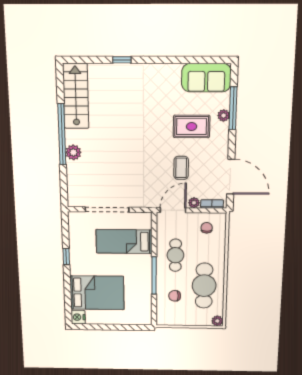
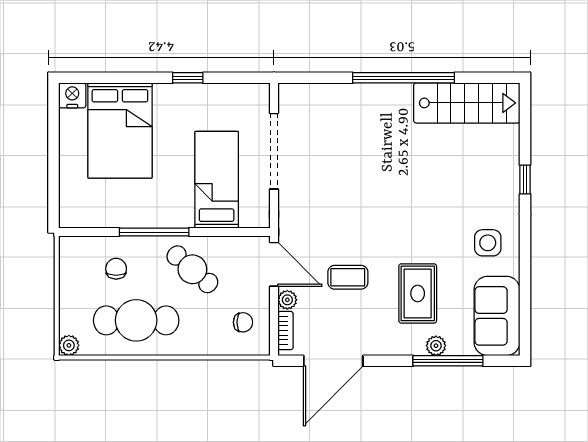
side table: (161, 83) -> (488, 243), added
plant: (73, 152) -> (373, 96), removed
cafe table: (175, 255) -> (192, 269), turned 41

